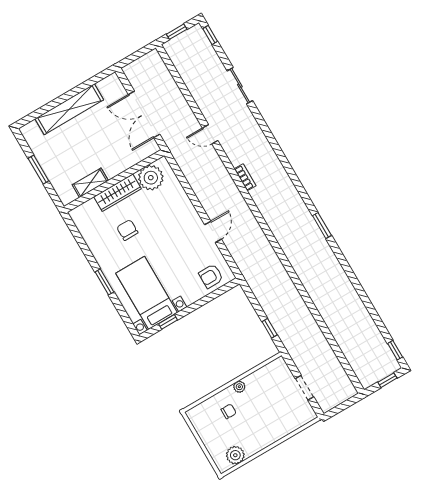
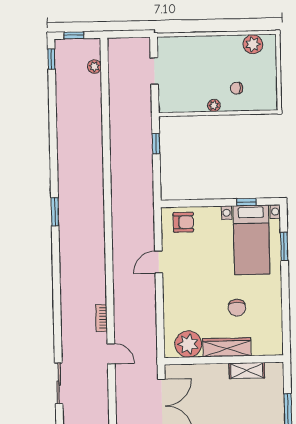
bookcase: (245, 177) -> (101, 318), moved
window: (104, 282) -> (284, 247), moved
plant: (356, 364) -> (94, 67), added

